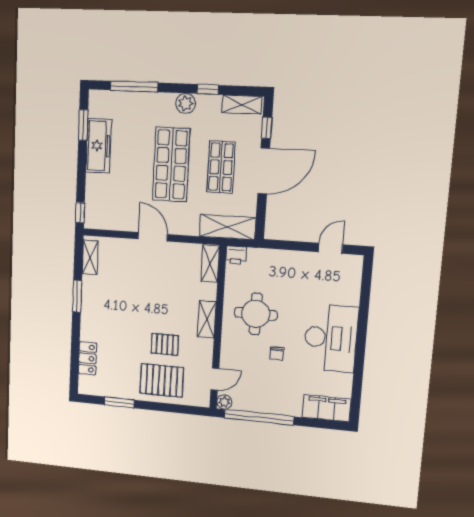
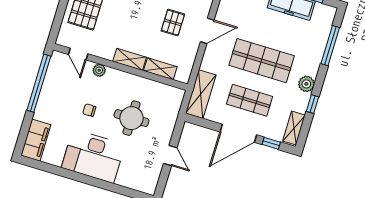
door: (264, 171) -> (238, 133), hinge flipped
door: (331, 248) -> (170, 155), moved
printer: (236, 255) -> (177, 96), removed
shelving: (210, 264) -> (160, 69), moved
round table: (256, 314) -> (131, 118), moved
pallet: (165, 344) -> (173, 23), moved
plant: (224, 402) -> (99, 70), moved

